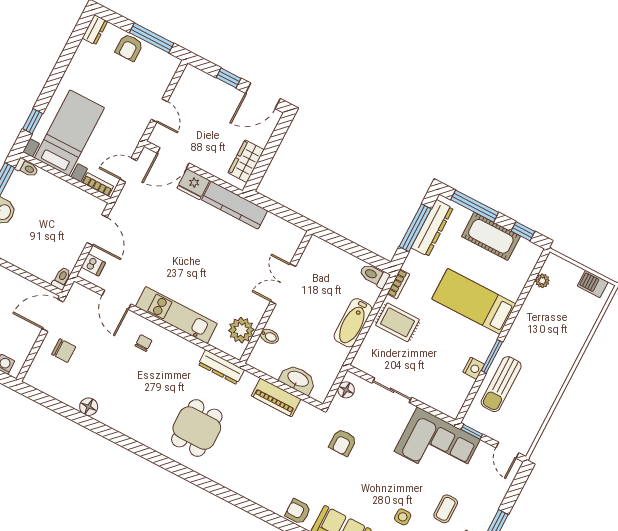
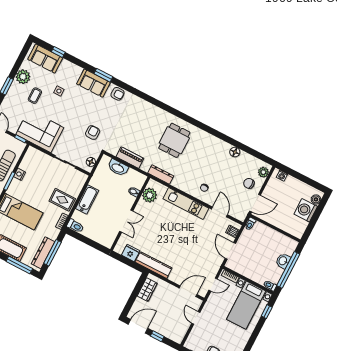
fridge: (193, 184) -> (131, 253), moved
plant: (38, 370) -> (263, 172), added

